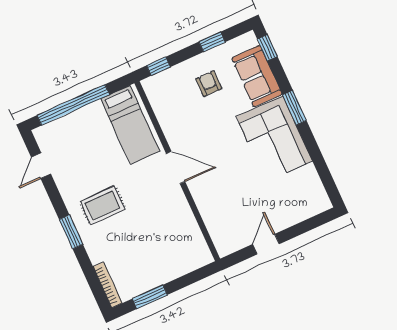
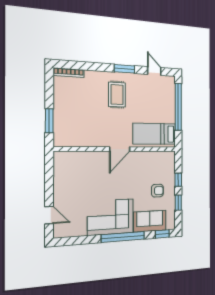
window: (158, 66) -> (178, 180), moved
window: (294, 108) -> (123, 237), width x2.11
window: (71, 232) -> (124, 69), moved
door: (266, 244) -> (49, 215), moved
window: (150, 297) -> (49, 121), moved

